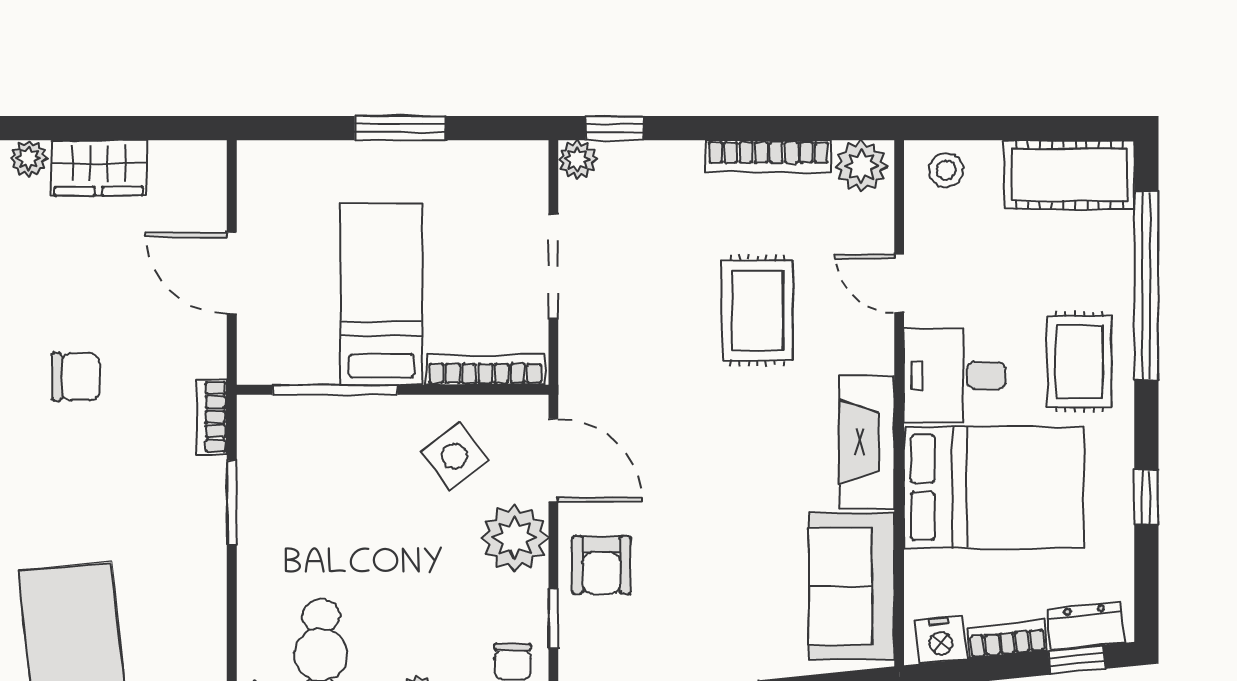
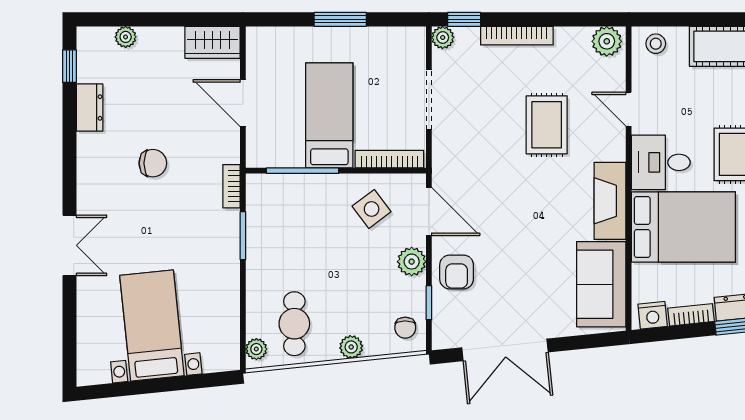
bookcase: (769, 156) -> (517, 36), moved
wardrobe: (99, 168) -> (213, 42), moved
plant: (515, 538) -> (412, 262), width x0.73, depth x0.73

